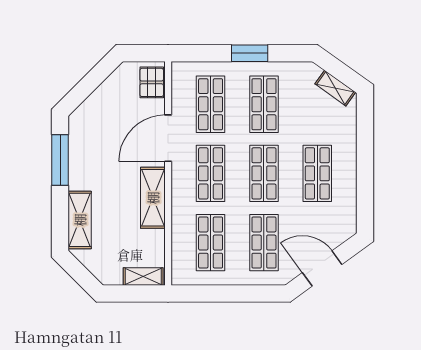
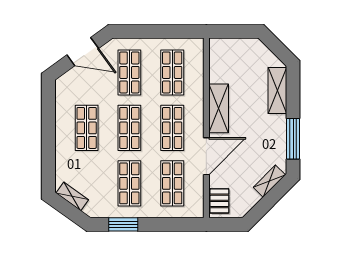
window: (250, 53) -> (123, 224), moved
shelving: (143, 277) -> (269, 181), moved, turned -45

